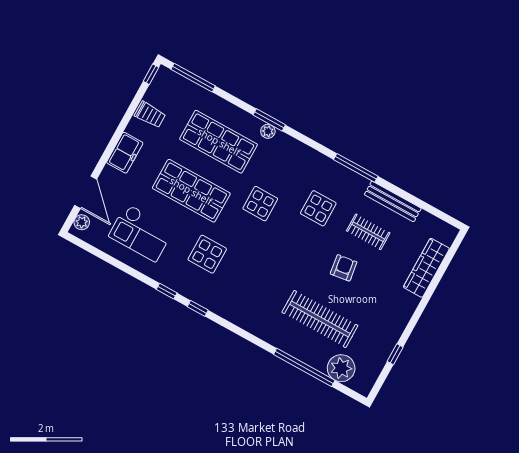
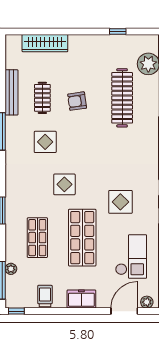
plant: (268, 131) -> (11, 269), moved
shop shelf: (219, 142) -> (37, 238), width x0.70, depth x0.74

